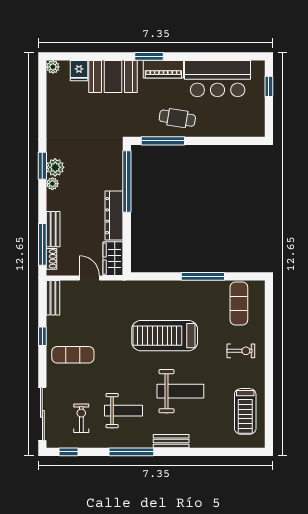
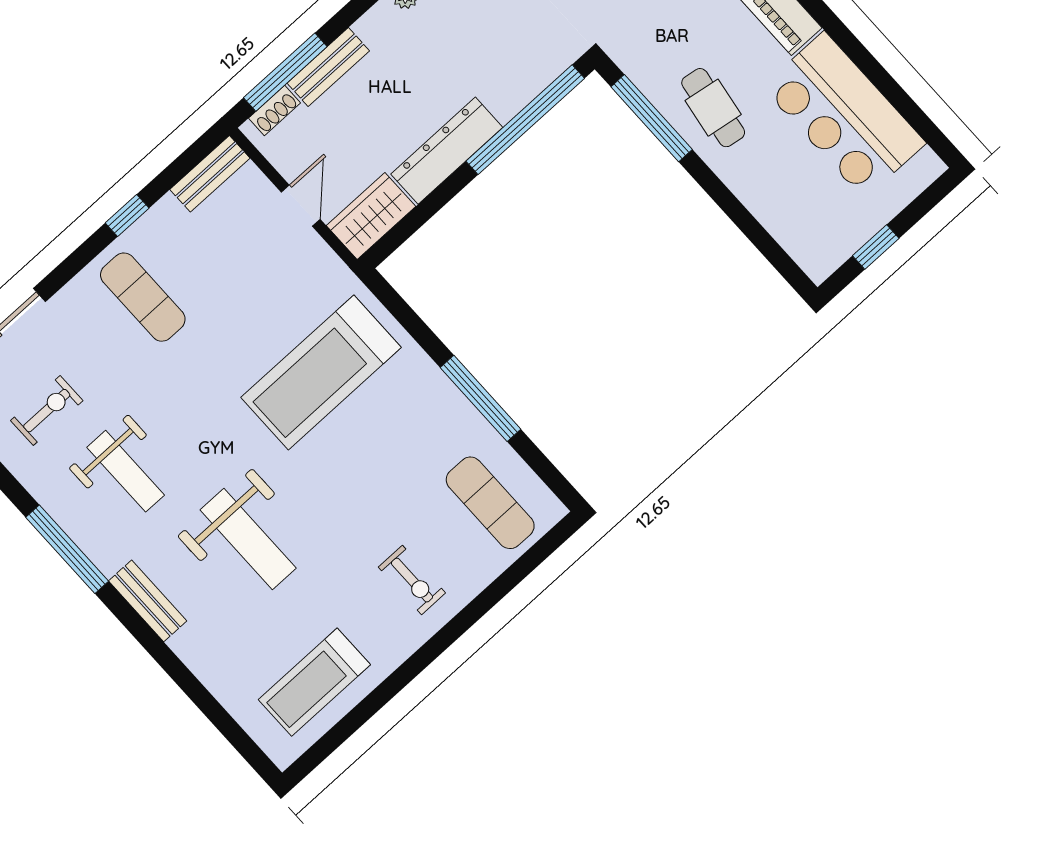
window: (269, 86) -> (876, 247), moved
exercise mat: (239, 304) -> (490, 503), turned 90
treadmill: (165, 336) -> (321, 372), moved, turned -90

